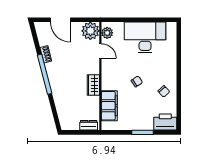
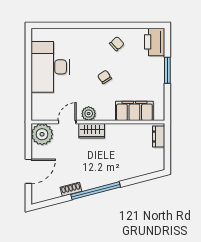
plant: (107, 33) -> (89, 114), moved
wardrobe: (93, 85) -> (92, 131), moved

